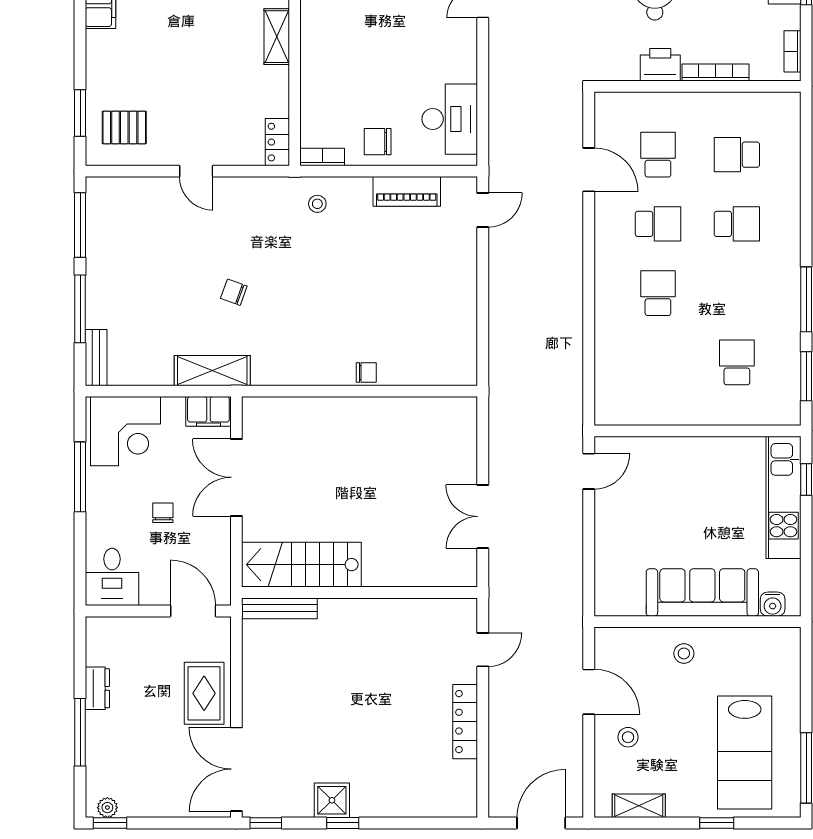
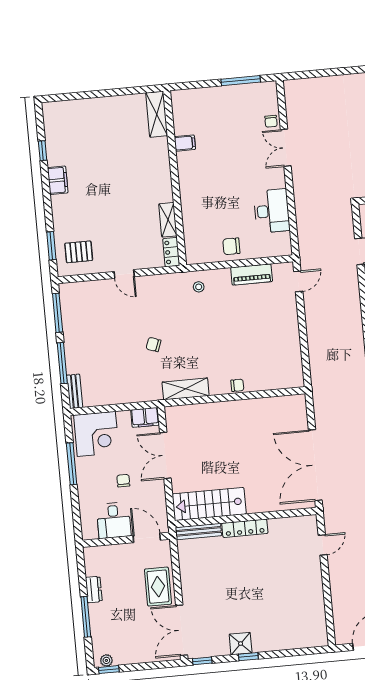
shelving: (277, 37) -> (168, 220), moved
desk: (450, 119) -> (272, 211), moved
bookcase: (322, 157) -> (199, 259), removed
shelving: (212, 371) -> (186, 389), moved
double door: (483, 517) -> (315, 465), width x1.87
desk: (112, 577) -> (114, 520), moved
locker: (465, 722) -> (245, 528), moved, turned -90

